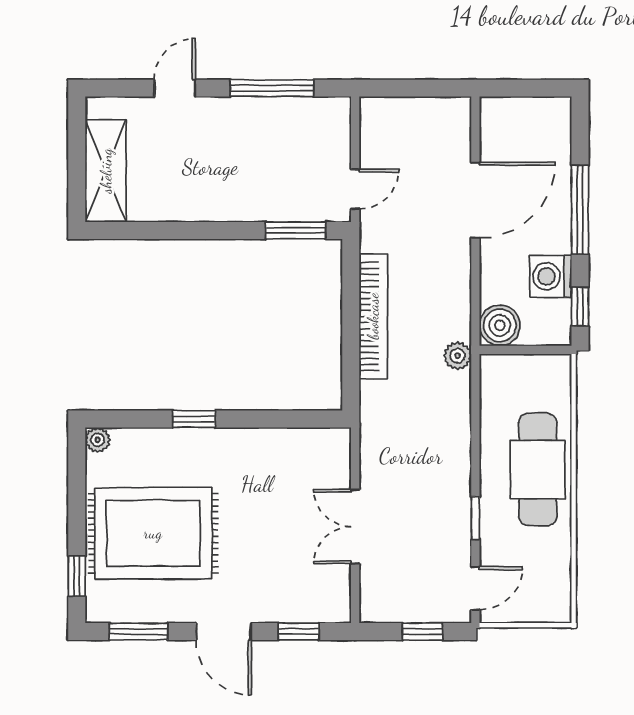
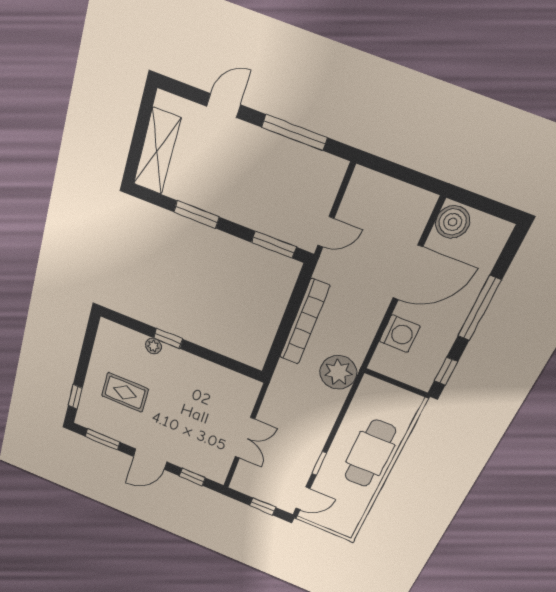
window: (181, 230) -> (196, 214), added
washing machine: (551, 276) -> (400, 334), moved, turned 180
boiler: (500, 325) -> (453, 222), moved
plant: (458, 356) -> (338, 372), width x1.87, depth x1.87
plant: (98, 440) -> (153, 346), moved
double door: (355, 527) -> (245, 438), swing flipped
rug: (153, 533) -> (125, 392), width x0.54, depth x0.49
door: (224, 631) -> (150, 459), hinge flipped

